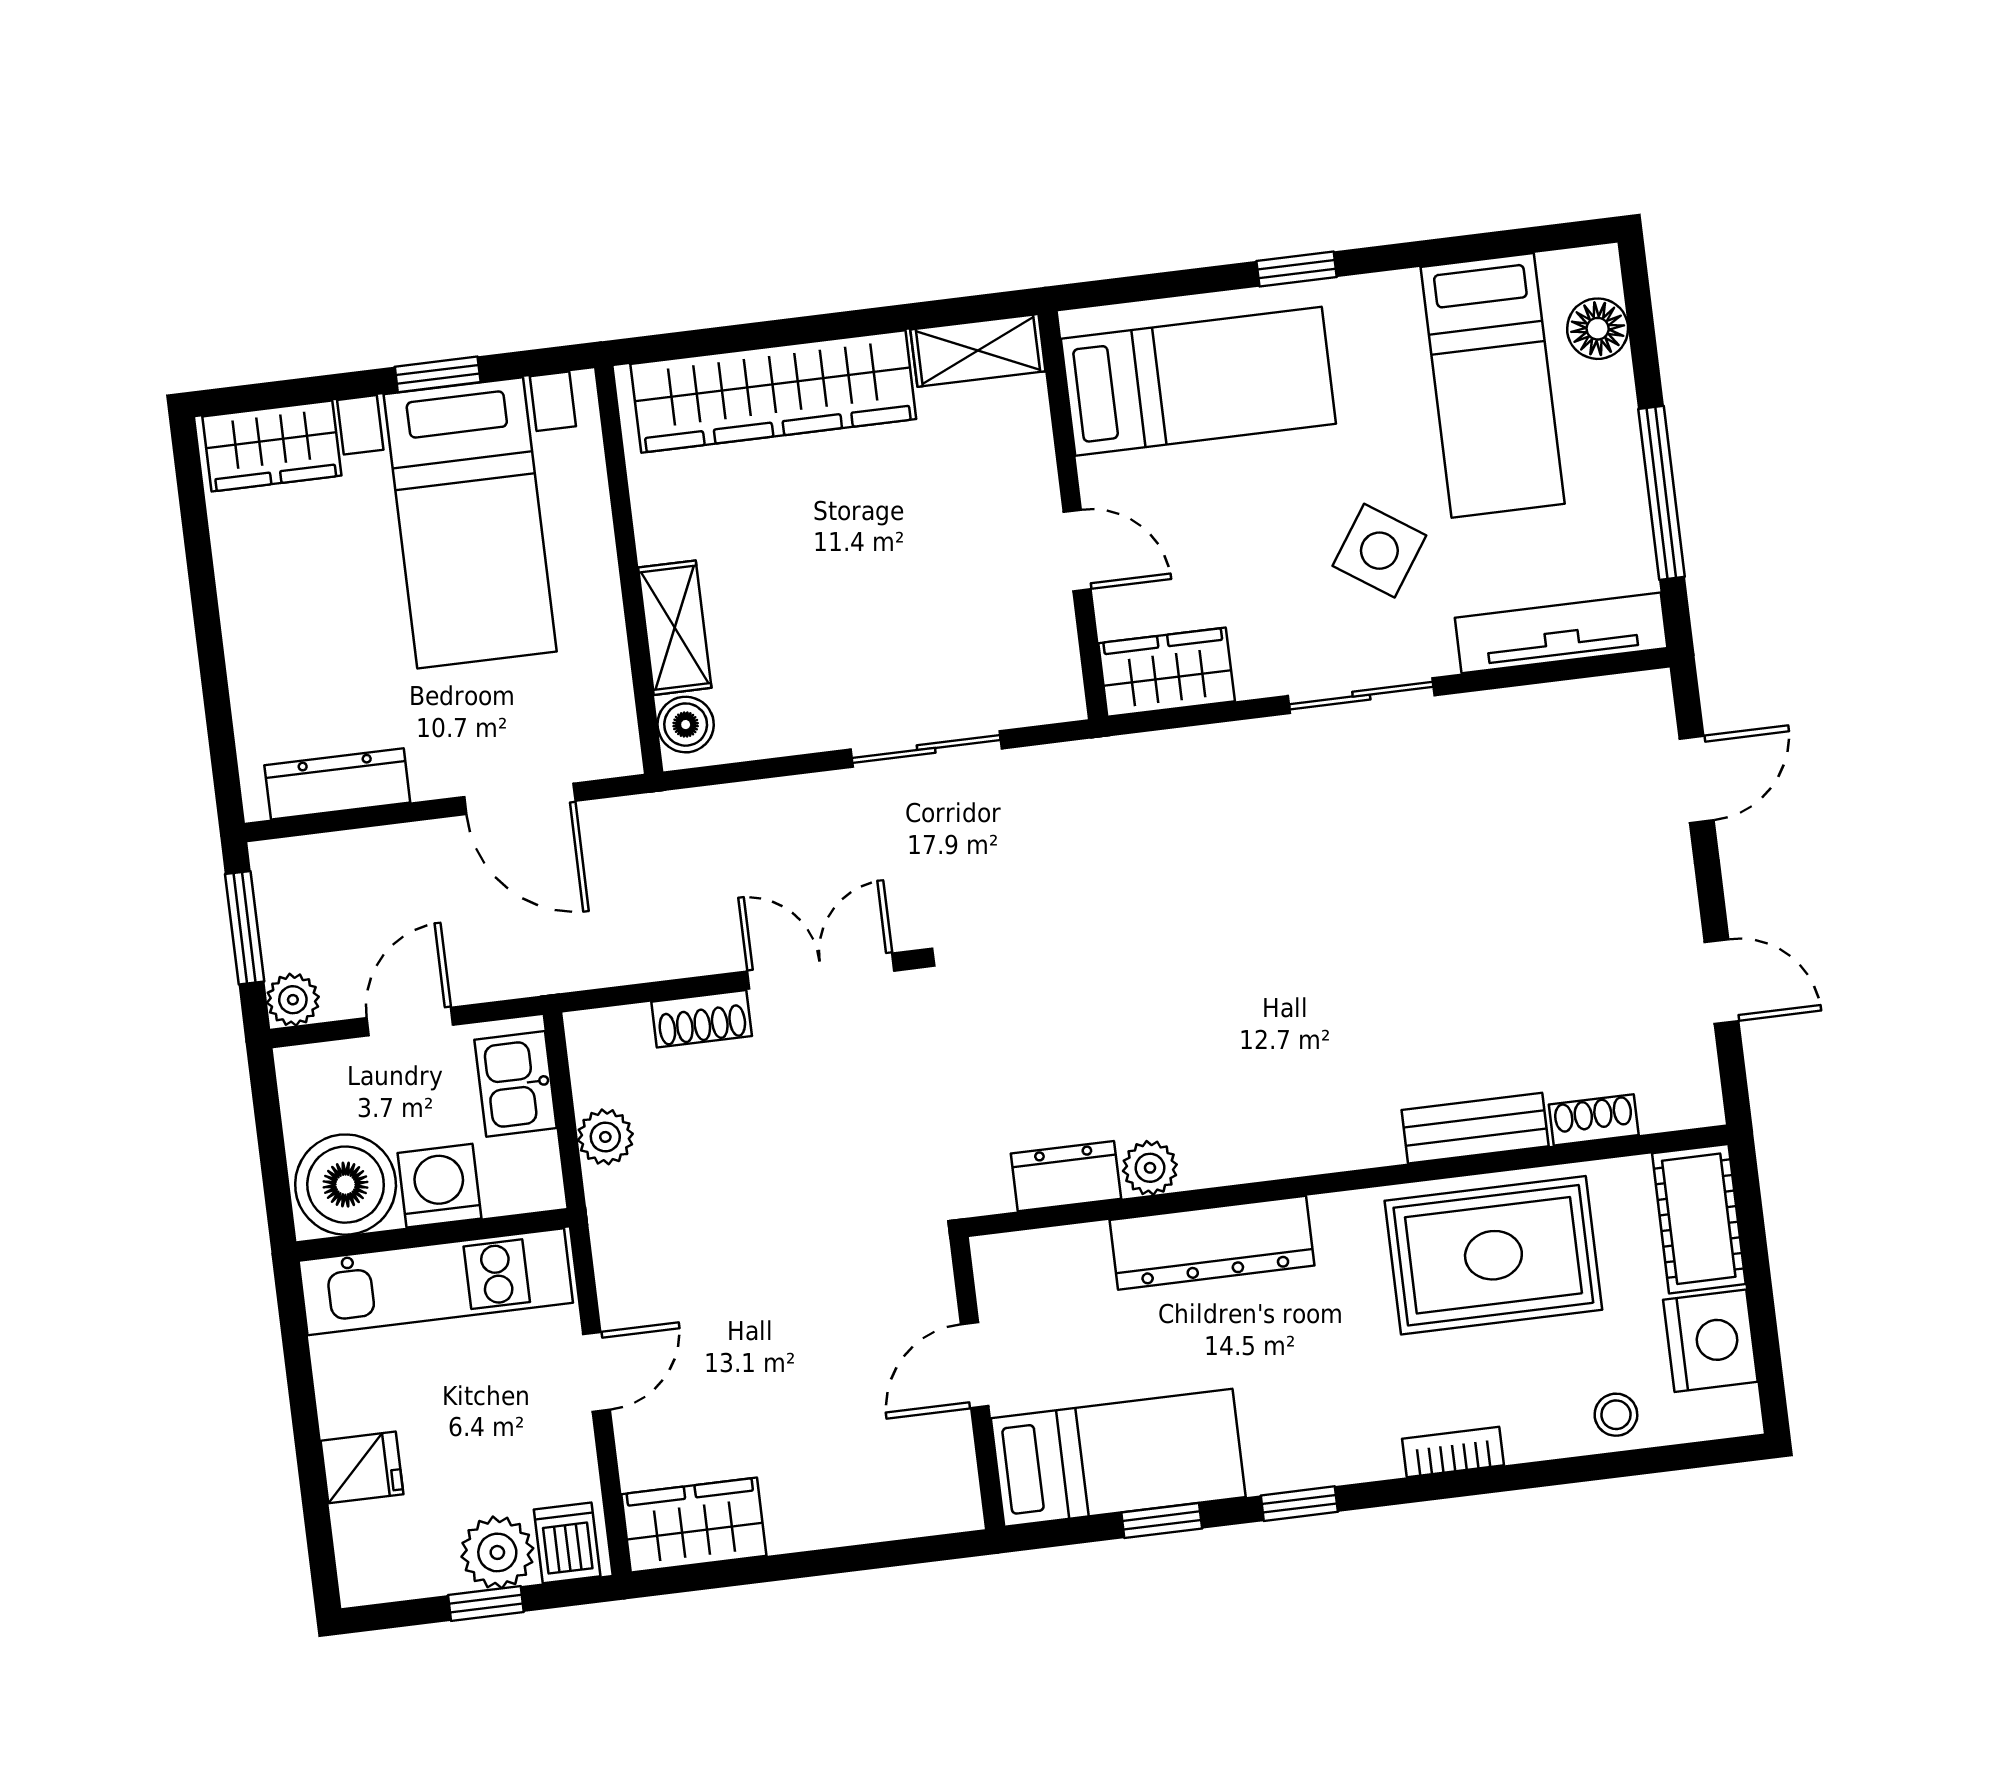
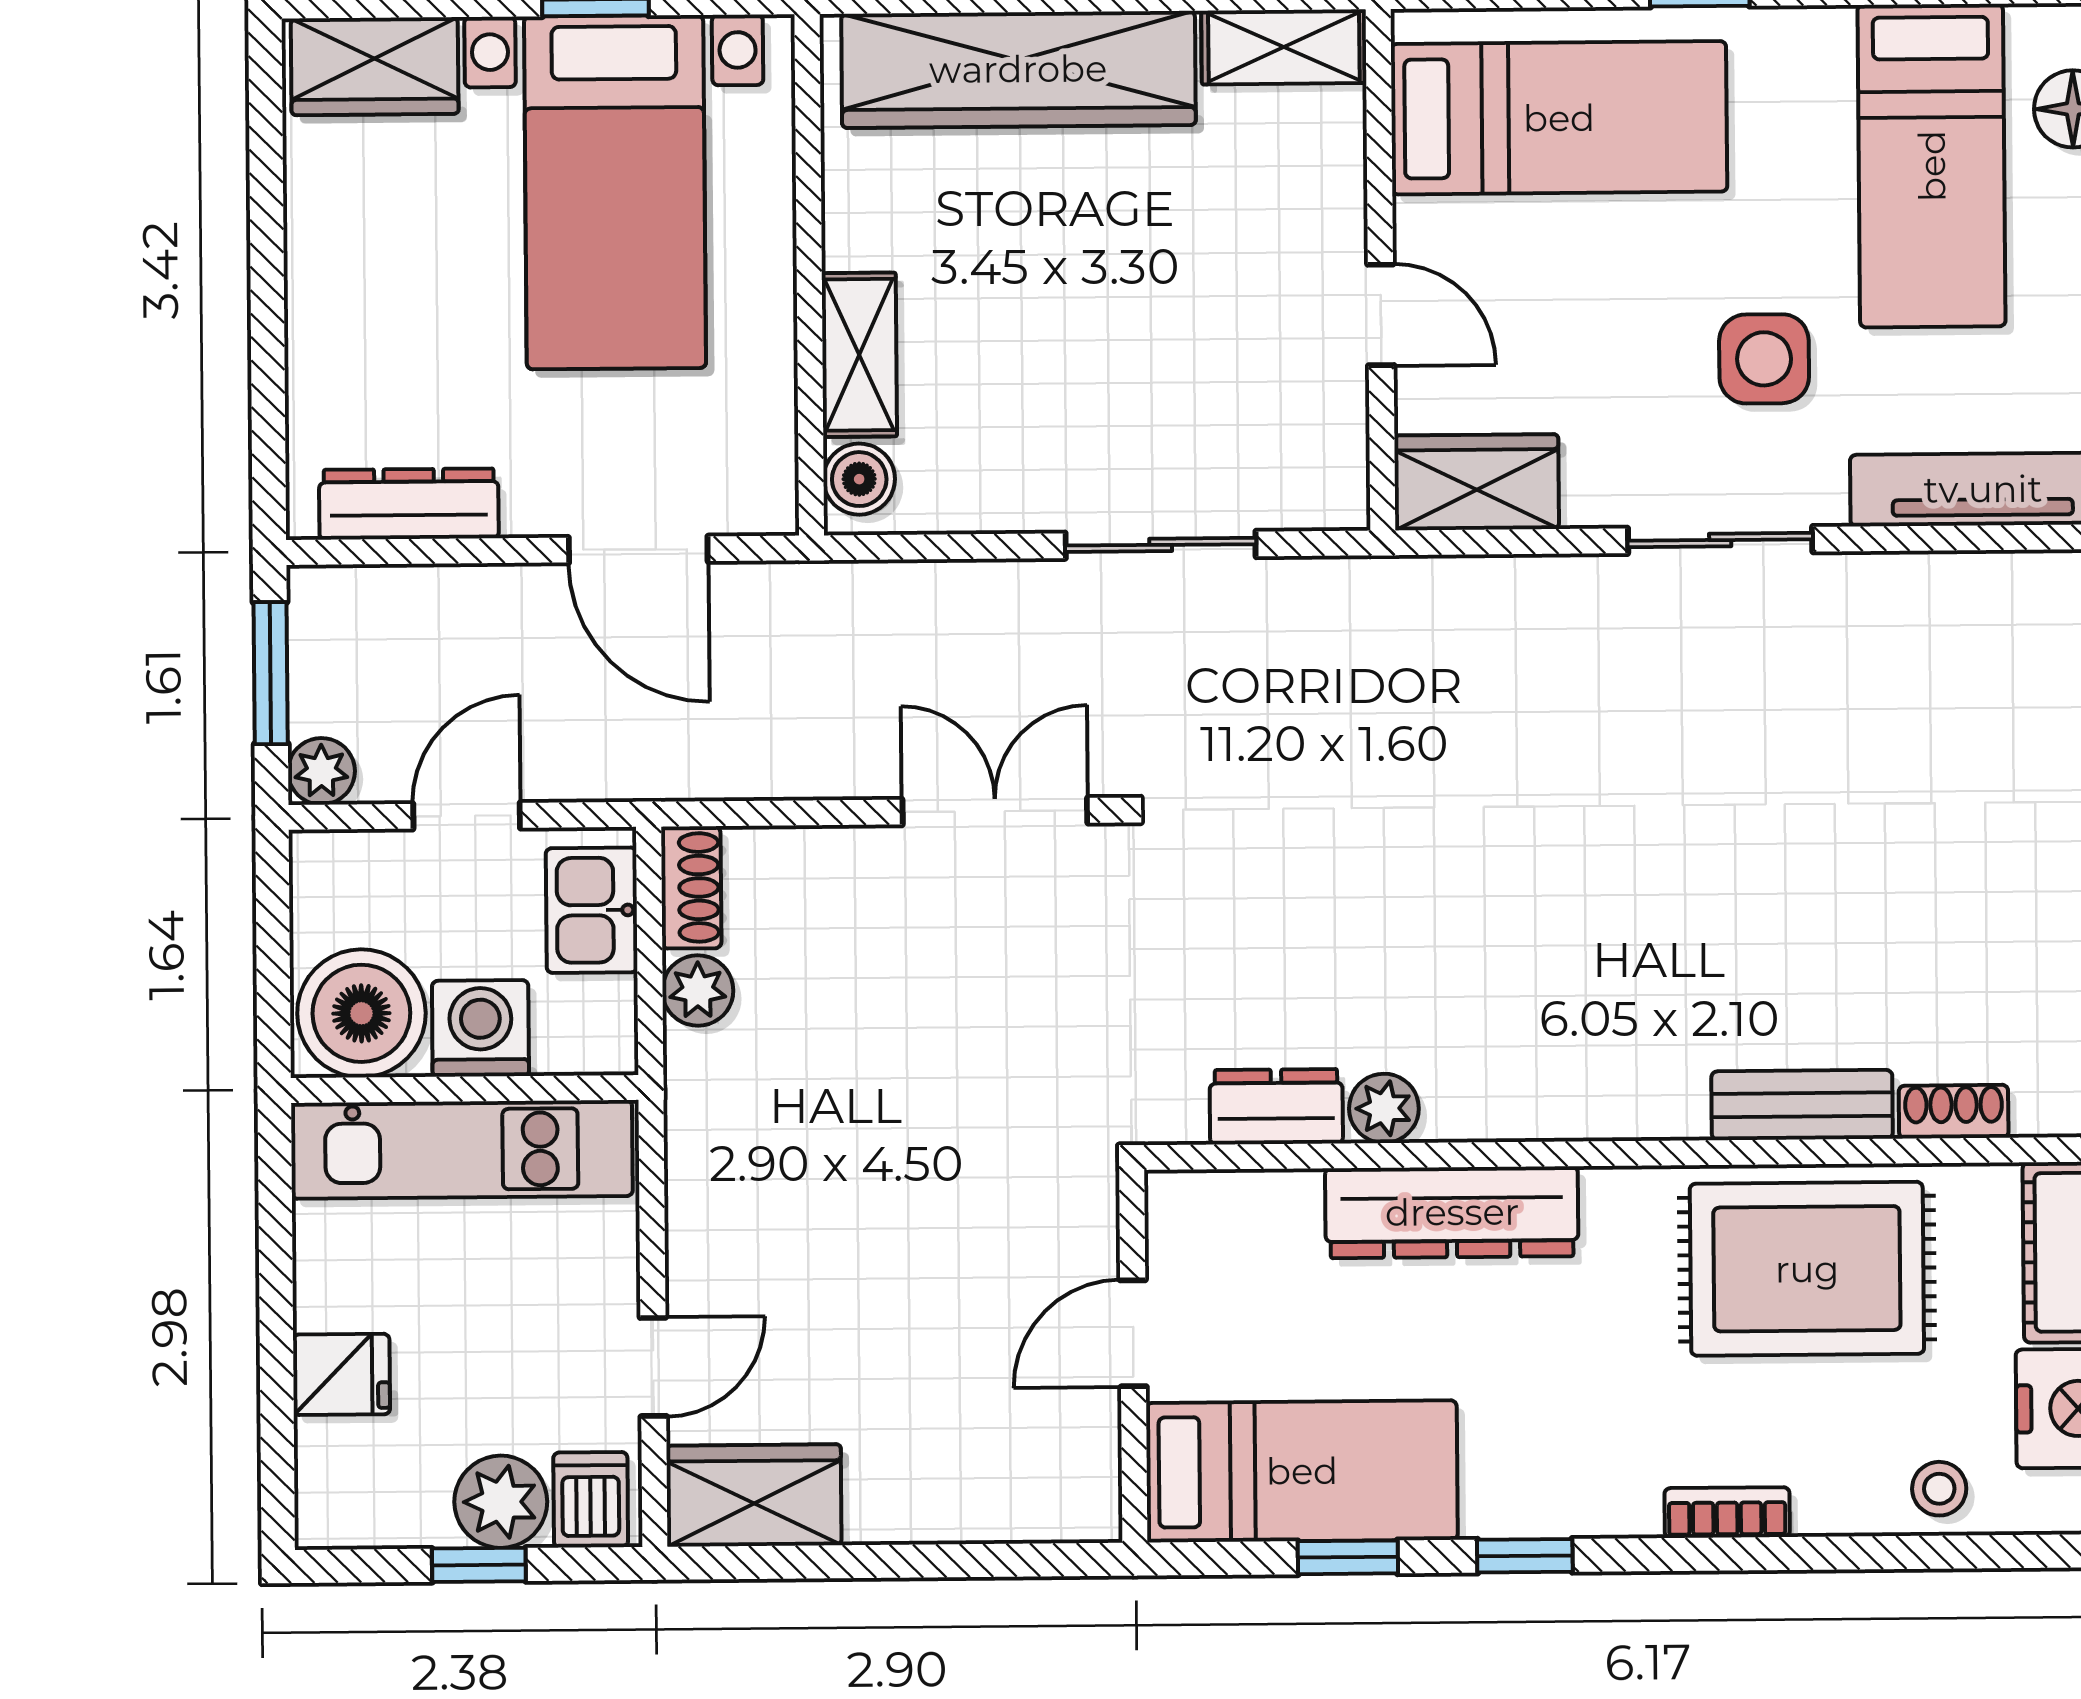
side table: (1379, 551) -> (1764, 359), turned -34
shoe rack: (702, 1019) -> (691, 888), moved, turned -90
door: (596, 1372) -> (653, 1367), moved

